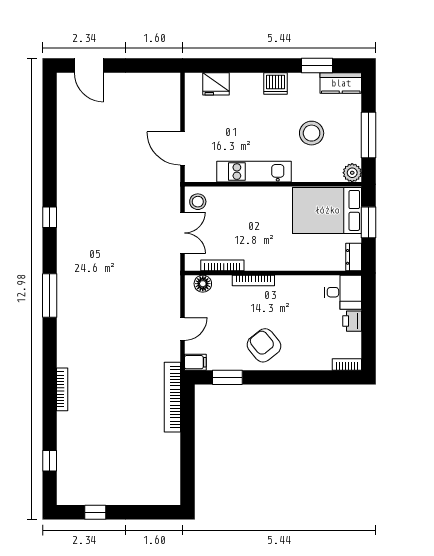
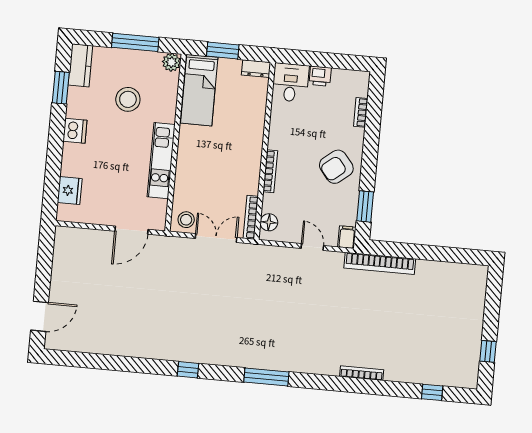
bed: (327, 210) -> (199, 90), width x0.67
bookcase: (222, 265) -> (251, 217), moved
bookcase: (347, 364) -> (361, 112), moved

